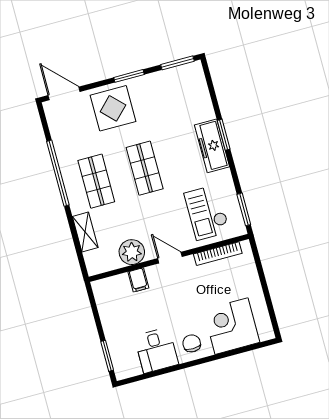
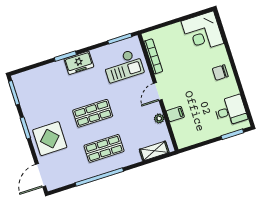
freezer: (212, 146) -> (79, 63), width x0.71
shelving: (85, 232) -> (154, 151), moved
plant: (132, 252) -> (159, 118), width x0.53, depth x0.53
corner desk: (231, 326) -> (202, 32), moved
desk: (156, 350) -> (231, 111), moved

